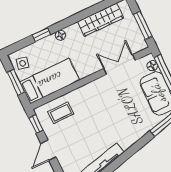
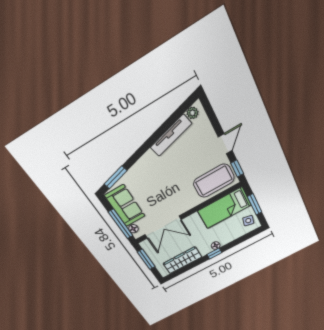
window: (41, 35) -> (214, 254), moved
double door: (120, 65) -> (163, 227), width x1.37
coffee table: (61, 113) -> (214, 181), width x1.86, depth x1.72

